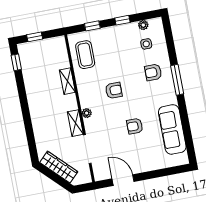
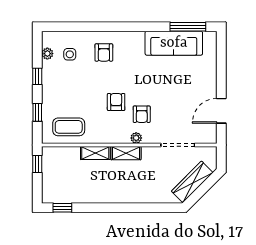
window: (35, 37) -> (37, 164), moved
window: (177, 80) -> (188, 27), moved
shelving: (75, 123) -> (126, 153), moved
armchair: (135, 126) -> (142, 114), moved

